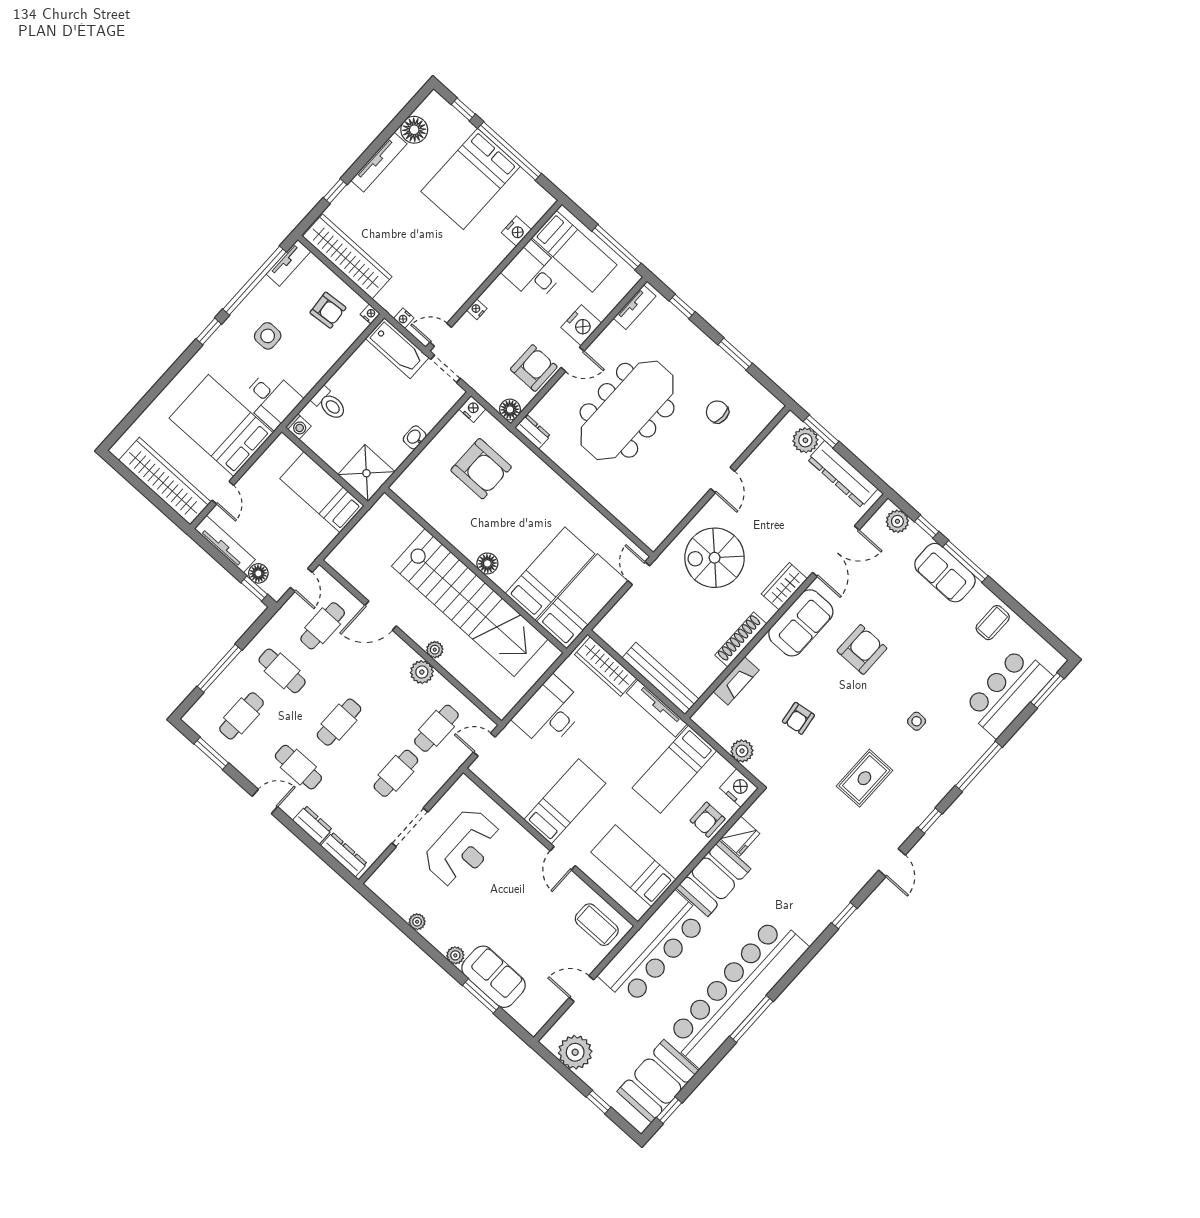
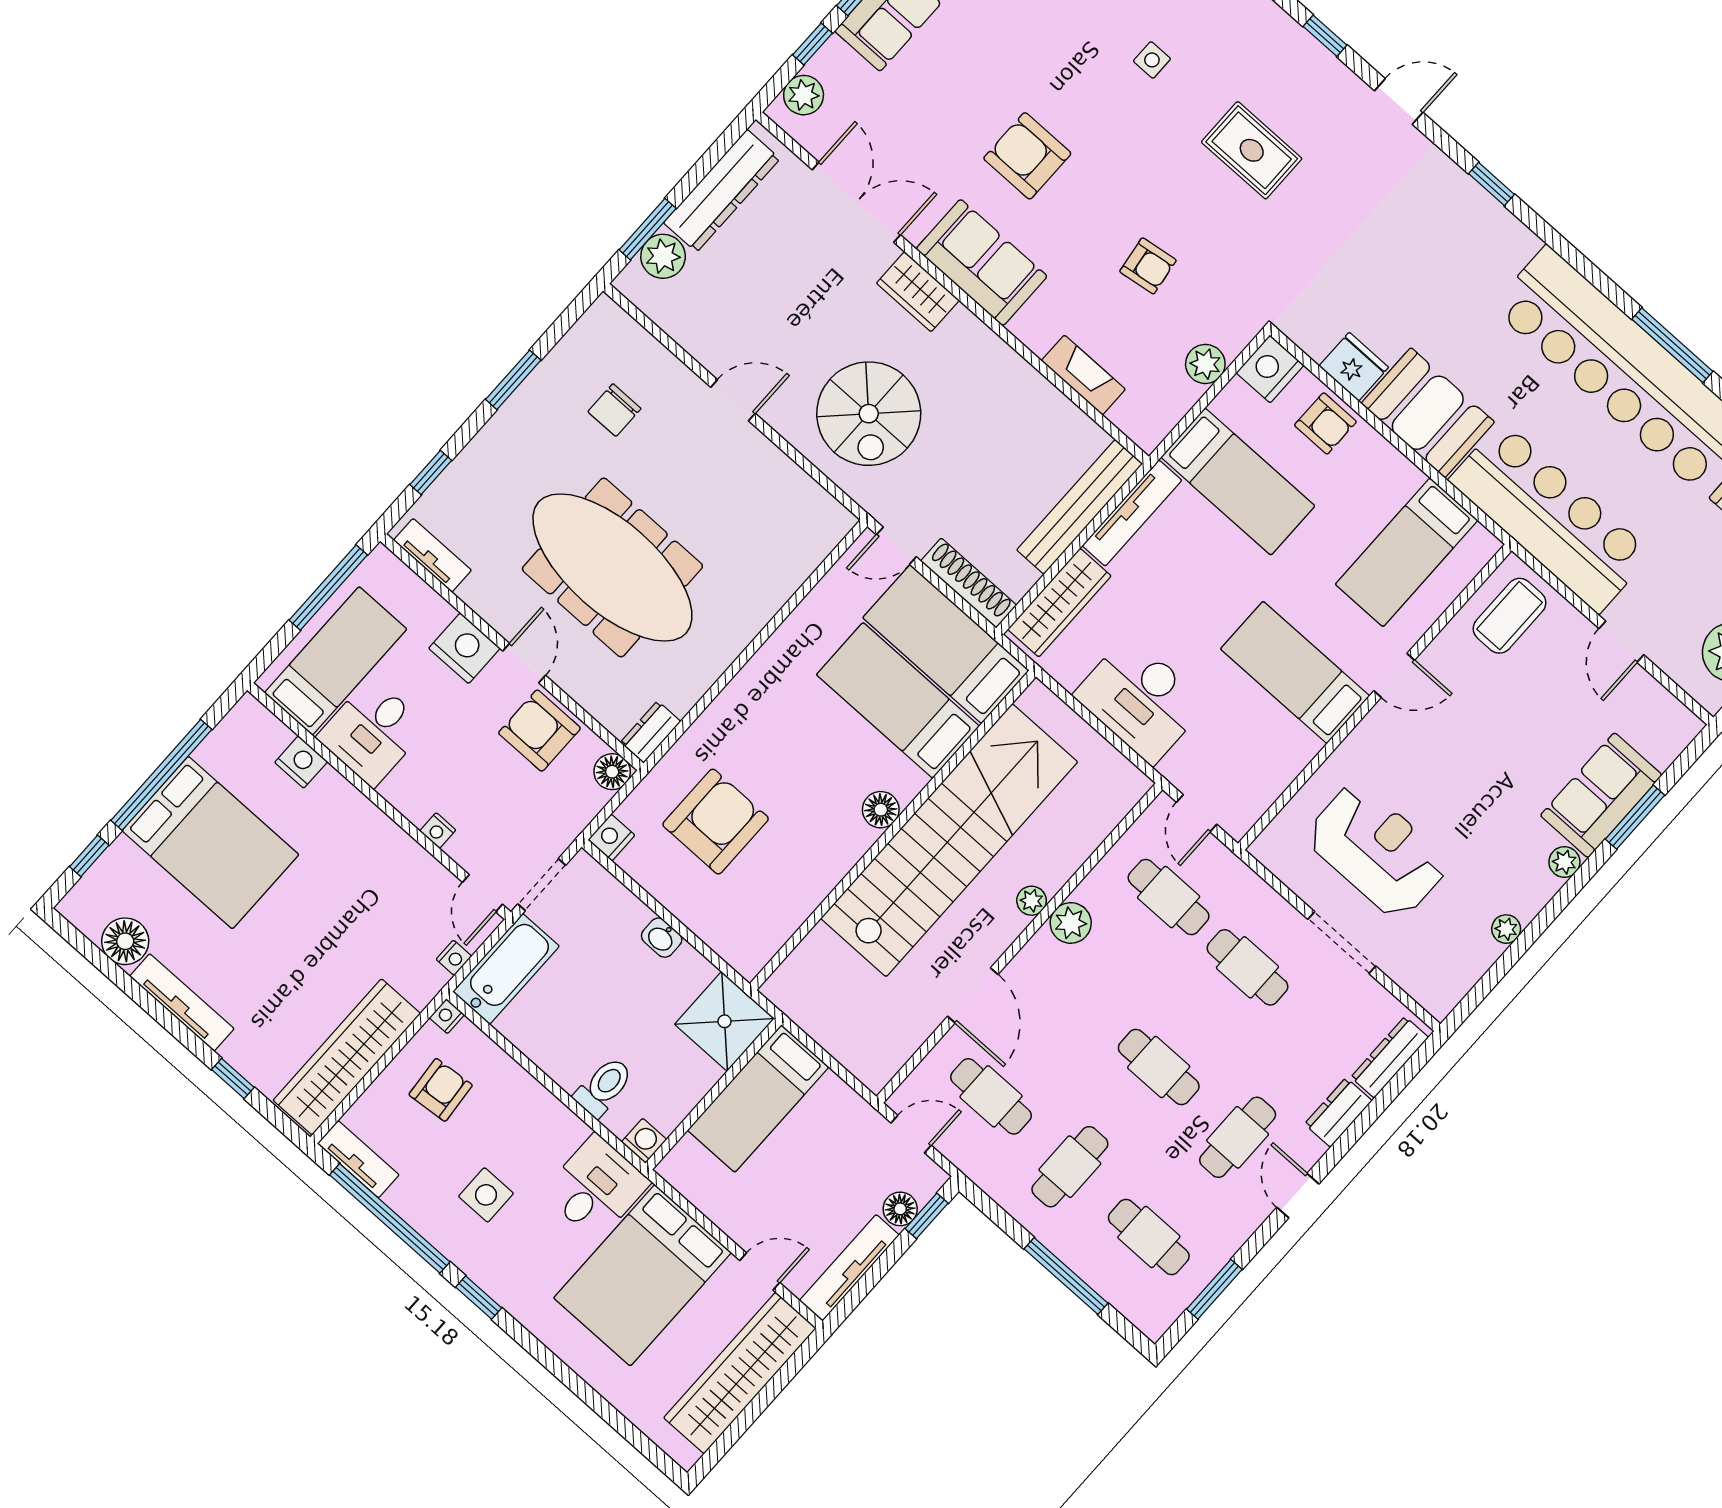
shoe rack: (741, 639) -> (969, 583), moved, turned 180

